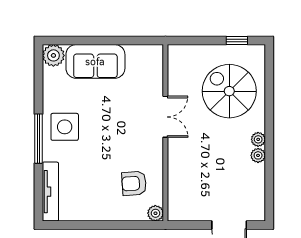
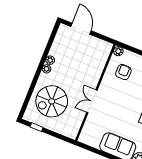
spiral stairs: (229, 91) -> (52, 101), turned 90
armchair: (134, 183) -> (123, 72), turned -86

